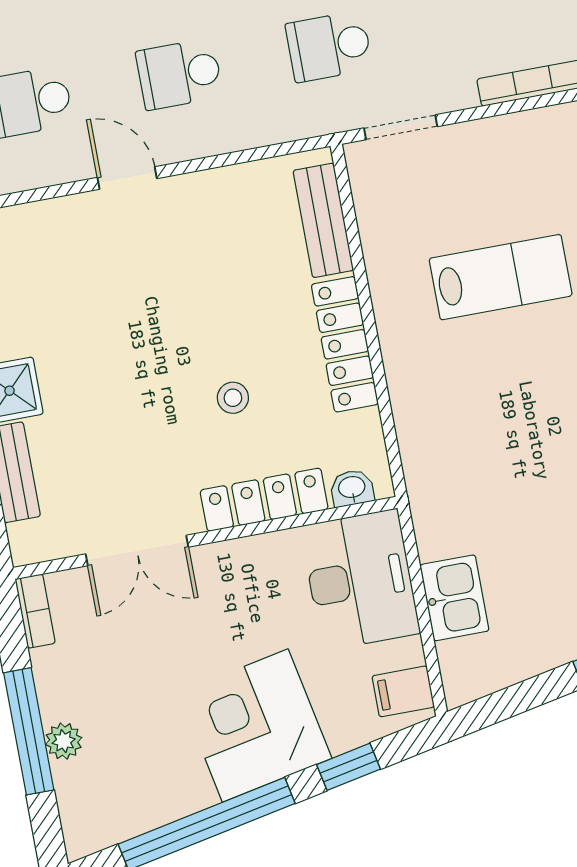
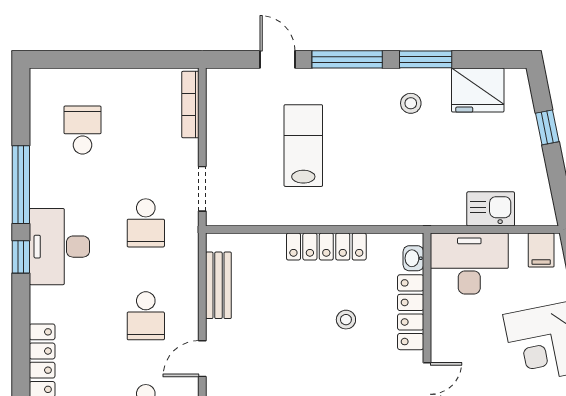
bench: (323, 220) -> (218, 285), moved, turned 90

